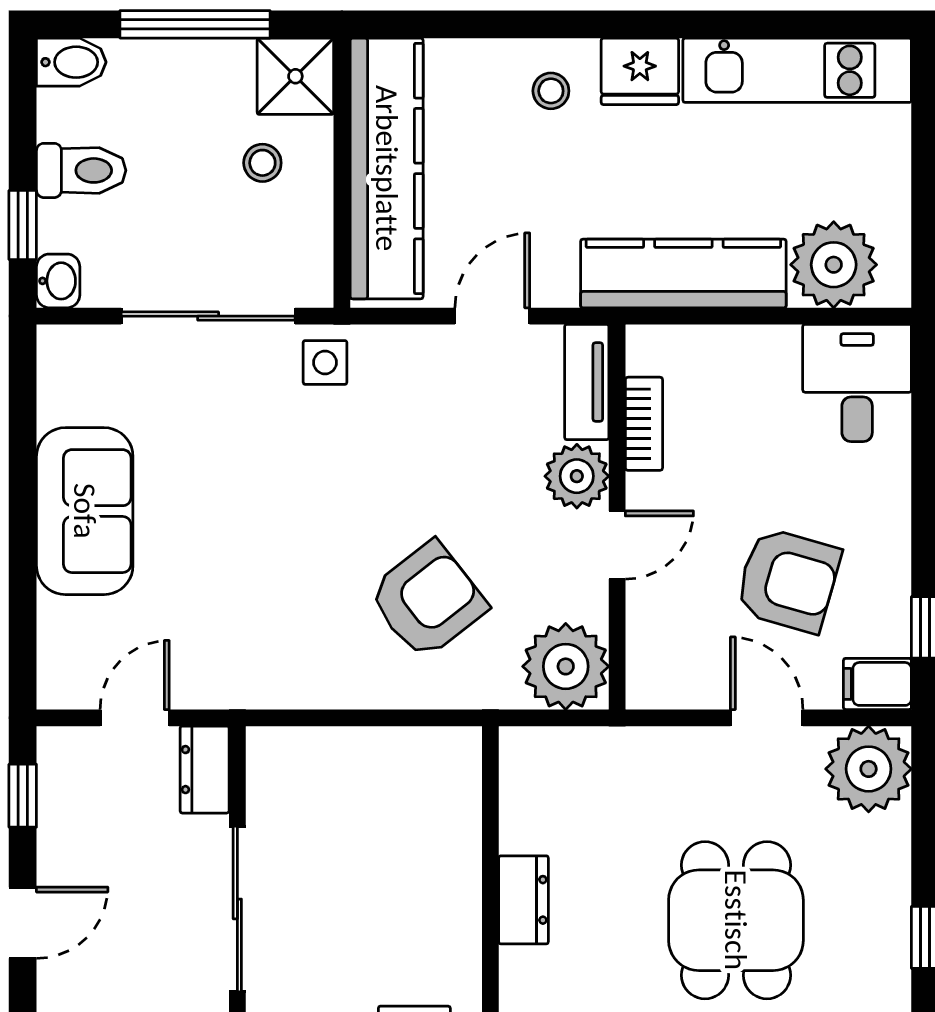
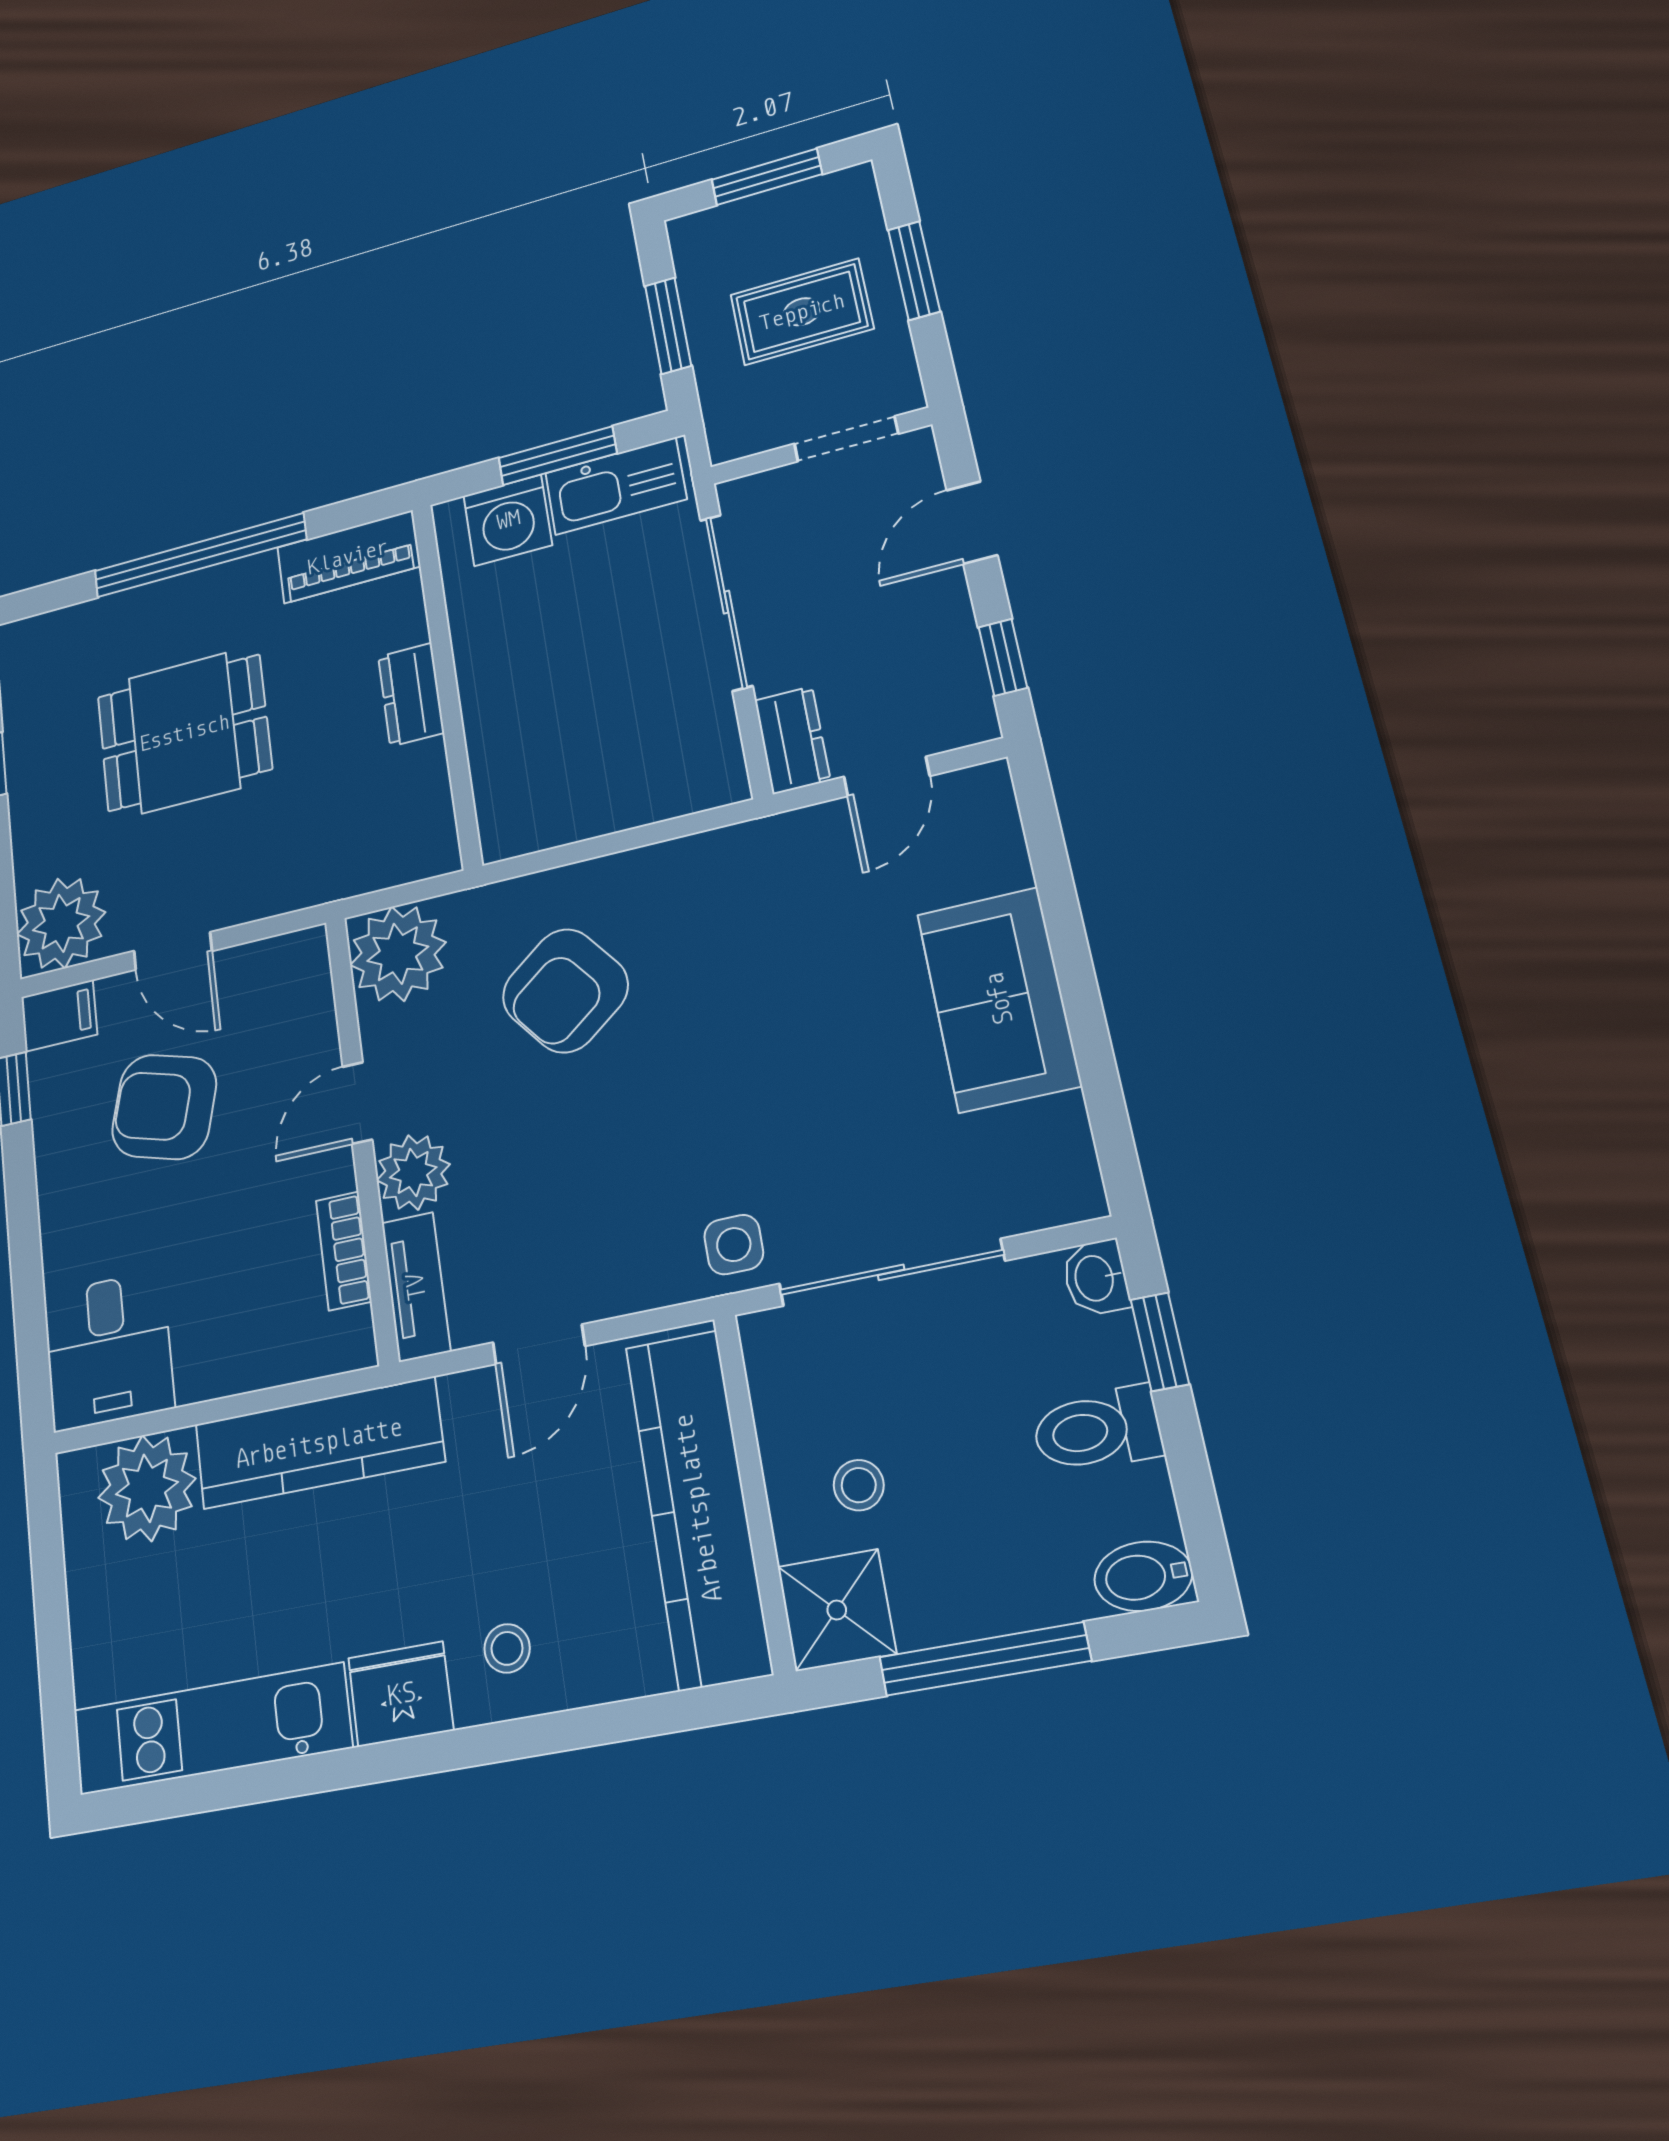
dining table: (736, 920) -> (184, 733), turned 90

